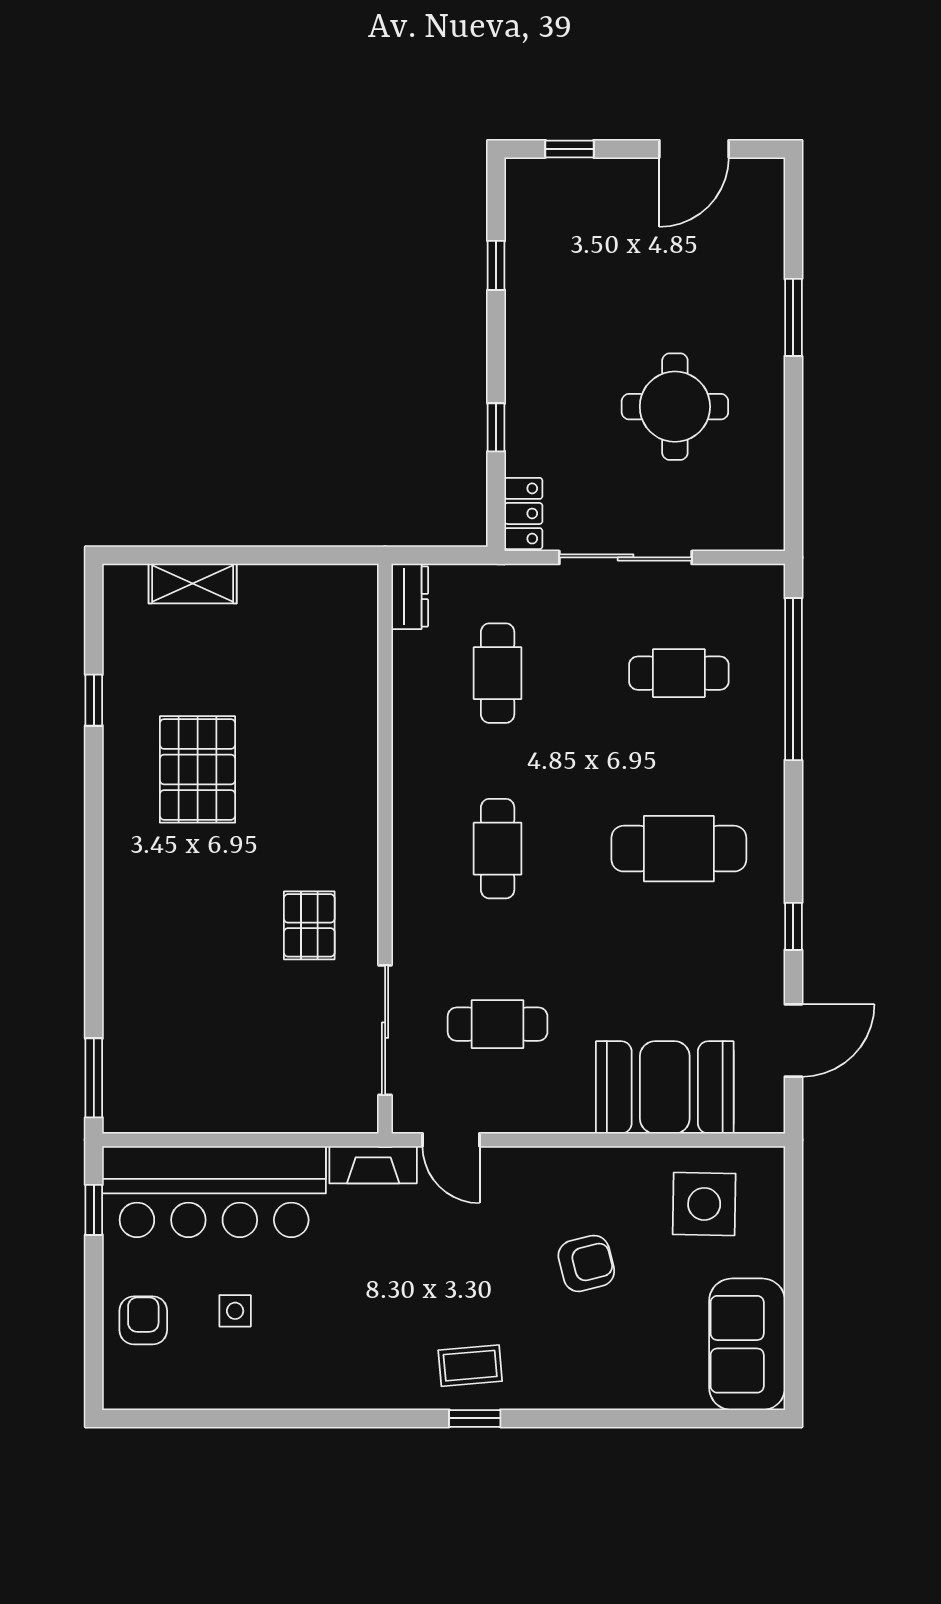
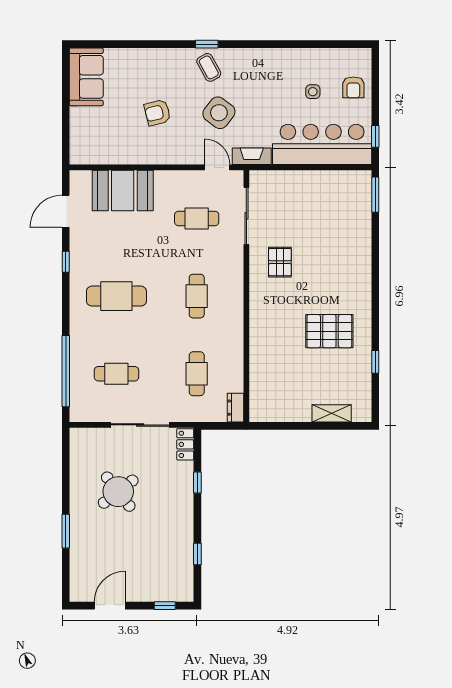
round table: (675, 407) -> (118, 492), turned -38
pallet: (198, 769) -> (329, 331), turned 90
side table: (704, 1204) -> (219, 113), moved, turned 36
coffee table: (470, 1366) -> (209, 67), turned 66

